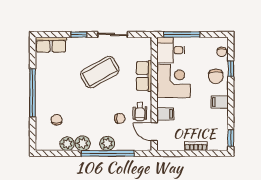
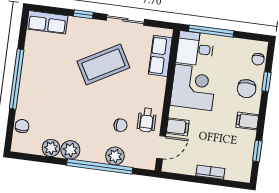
row of seats: (144, 76) -> (160, 56), moved
chair: (57, 120) -> (22, 126), moved
door: (154, 132) -> (161, 147), swing flipped
window: (231, 138) -> (257, 151), moved
plant: (107, 143) -> (115, 156), moved

